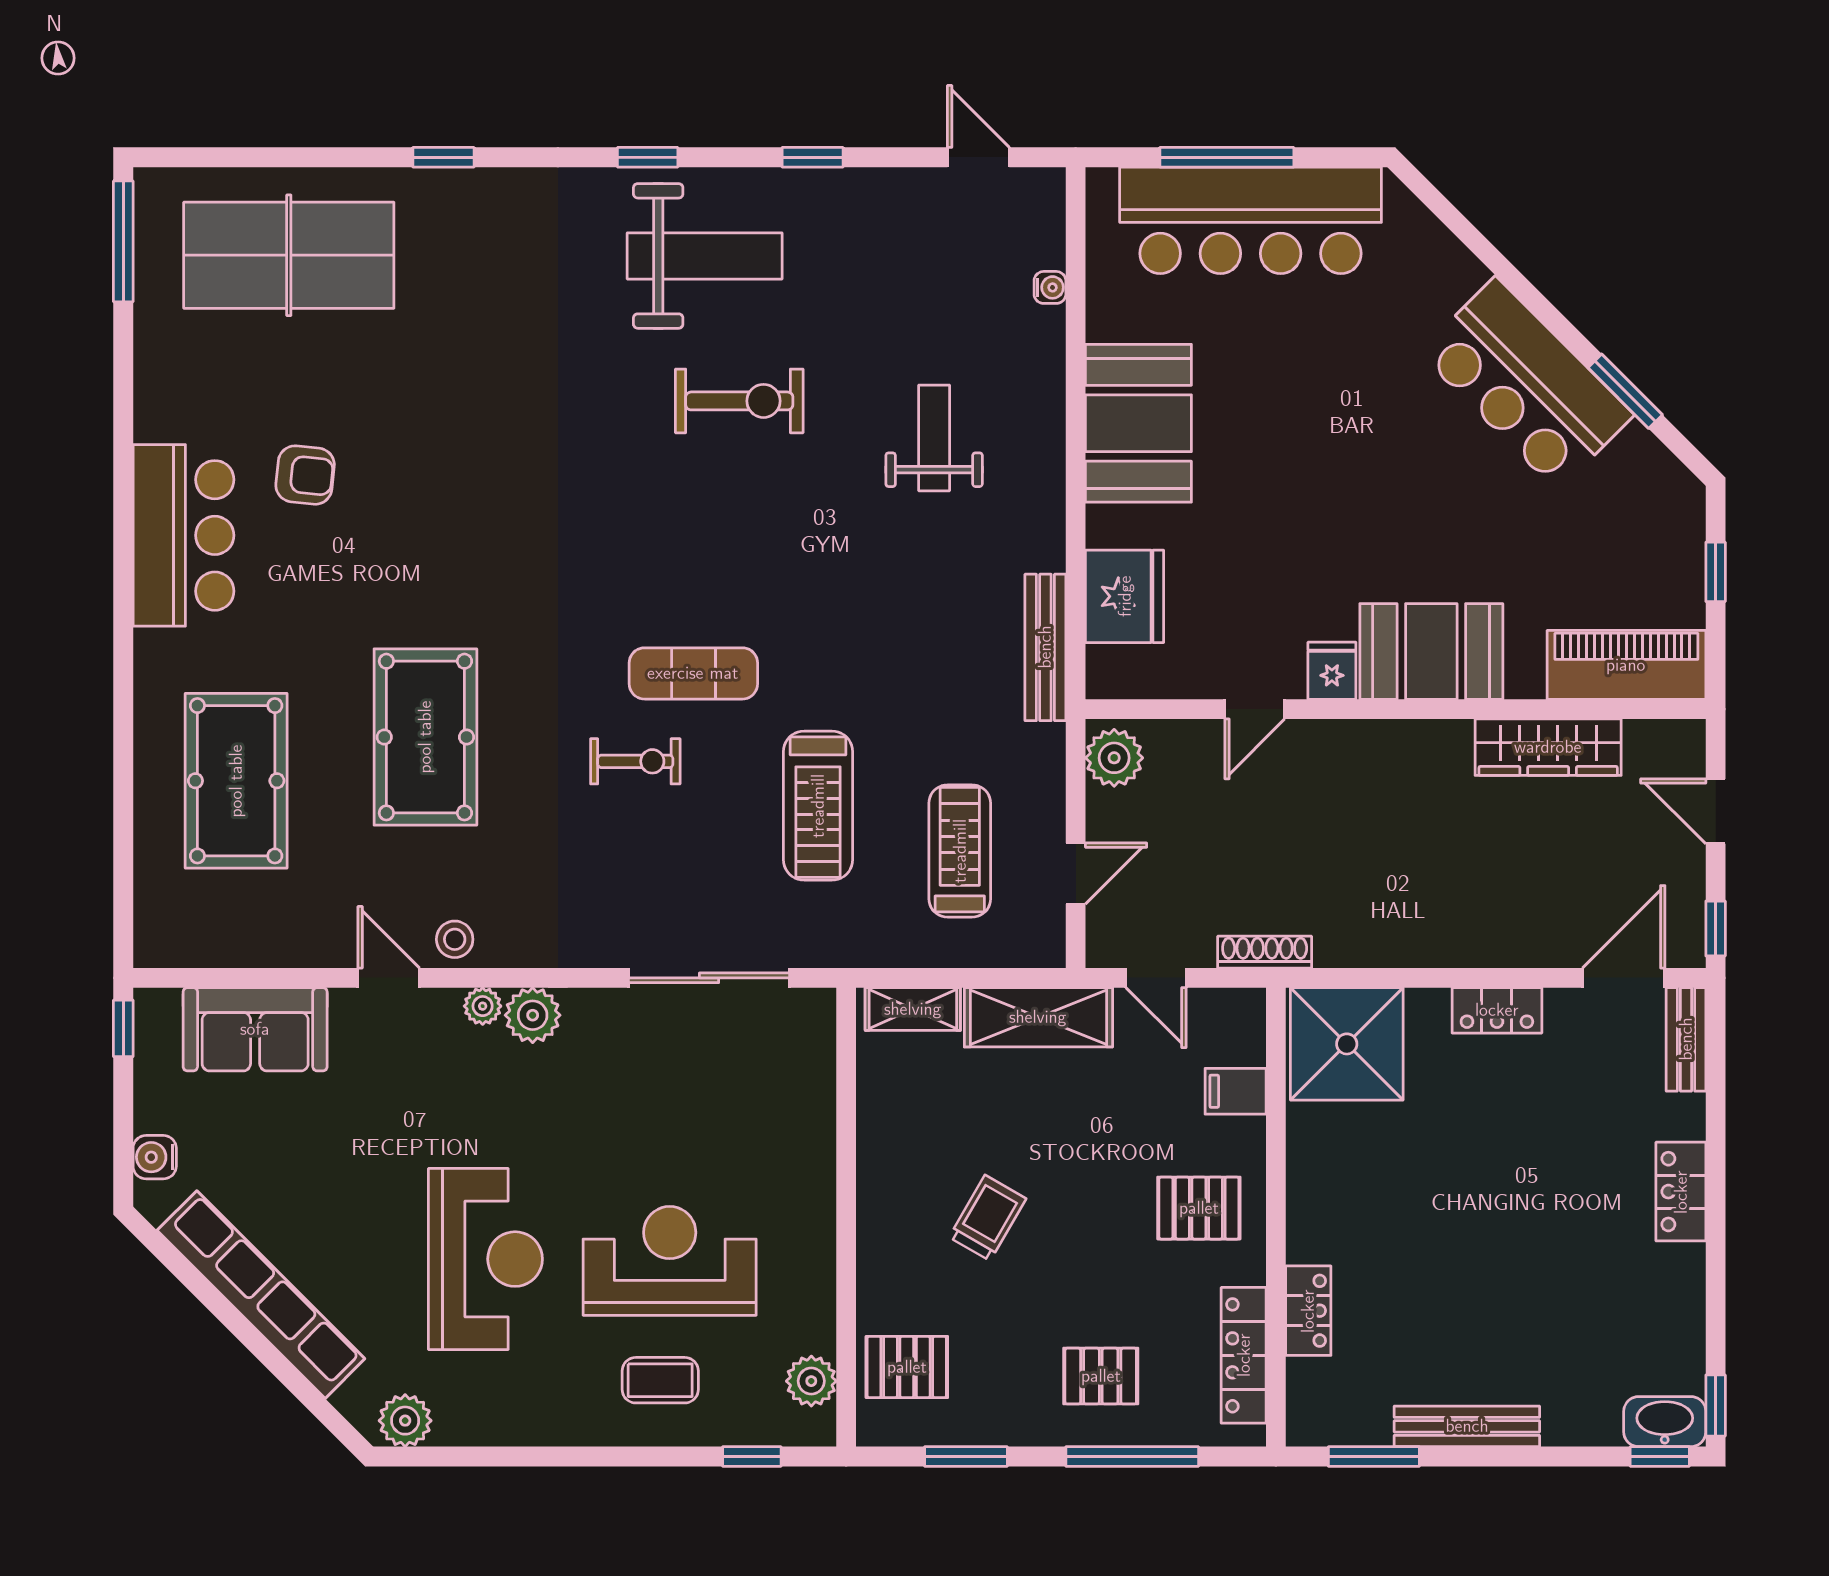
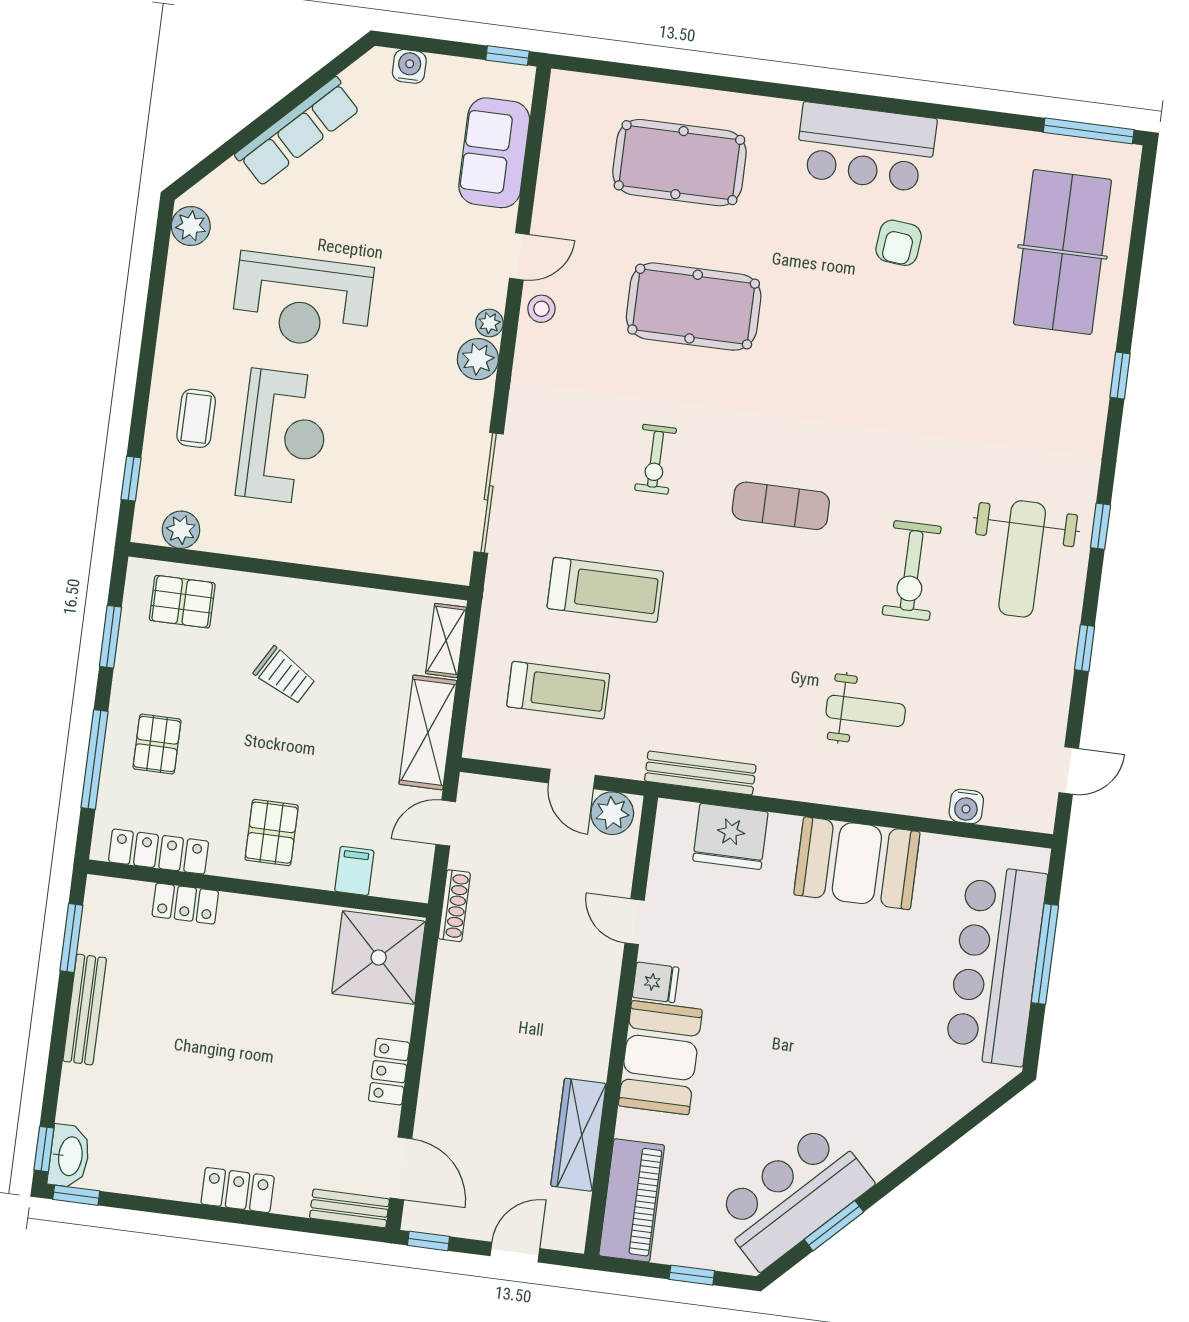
water cooler: (1050, 287) -> (966, 806), width x1.38, depth x1.38
bar counter: (1526, 384) -> (793, 1196), moved
exercise mat: (693, 673) -> (781, 506), moved, turned 90
treadmill: (818, 806) -> (605, 590), turned 180
door: (1076, 874) -> (572, 779), moved
row of seats: (261, 1295) -> (298, 132), width x0.73
pallet: (907, 1367) -> (182, 602), turned 90

